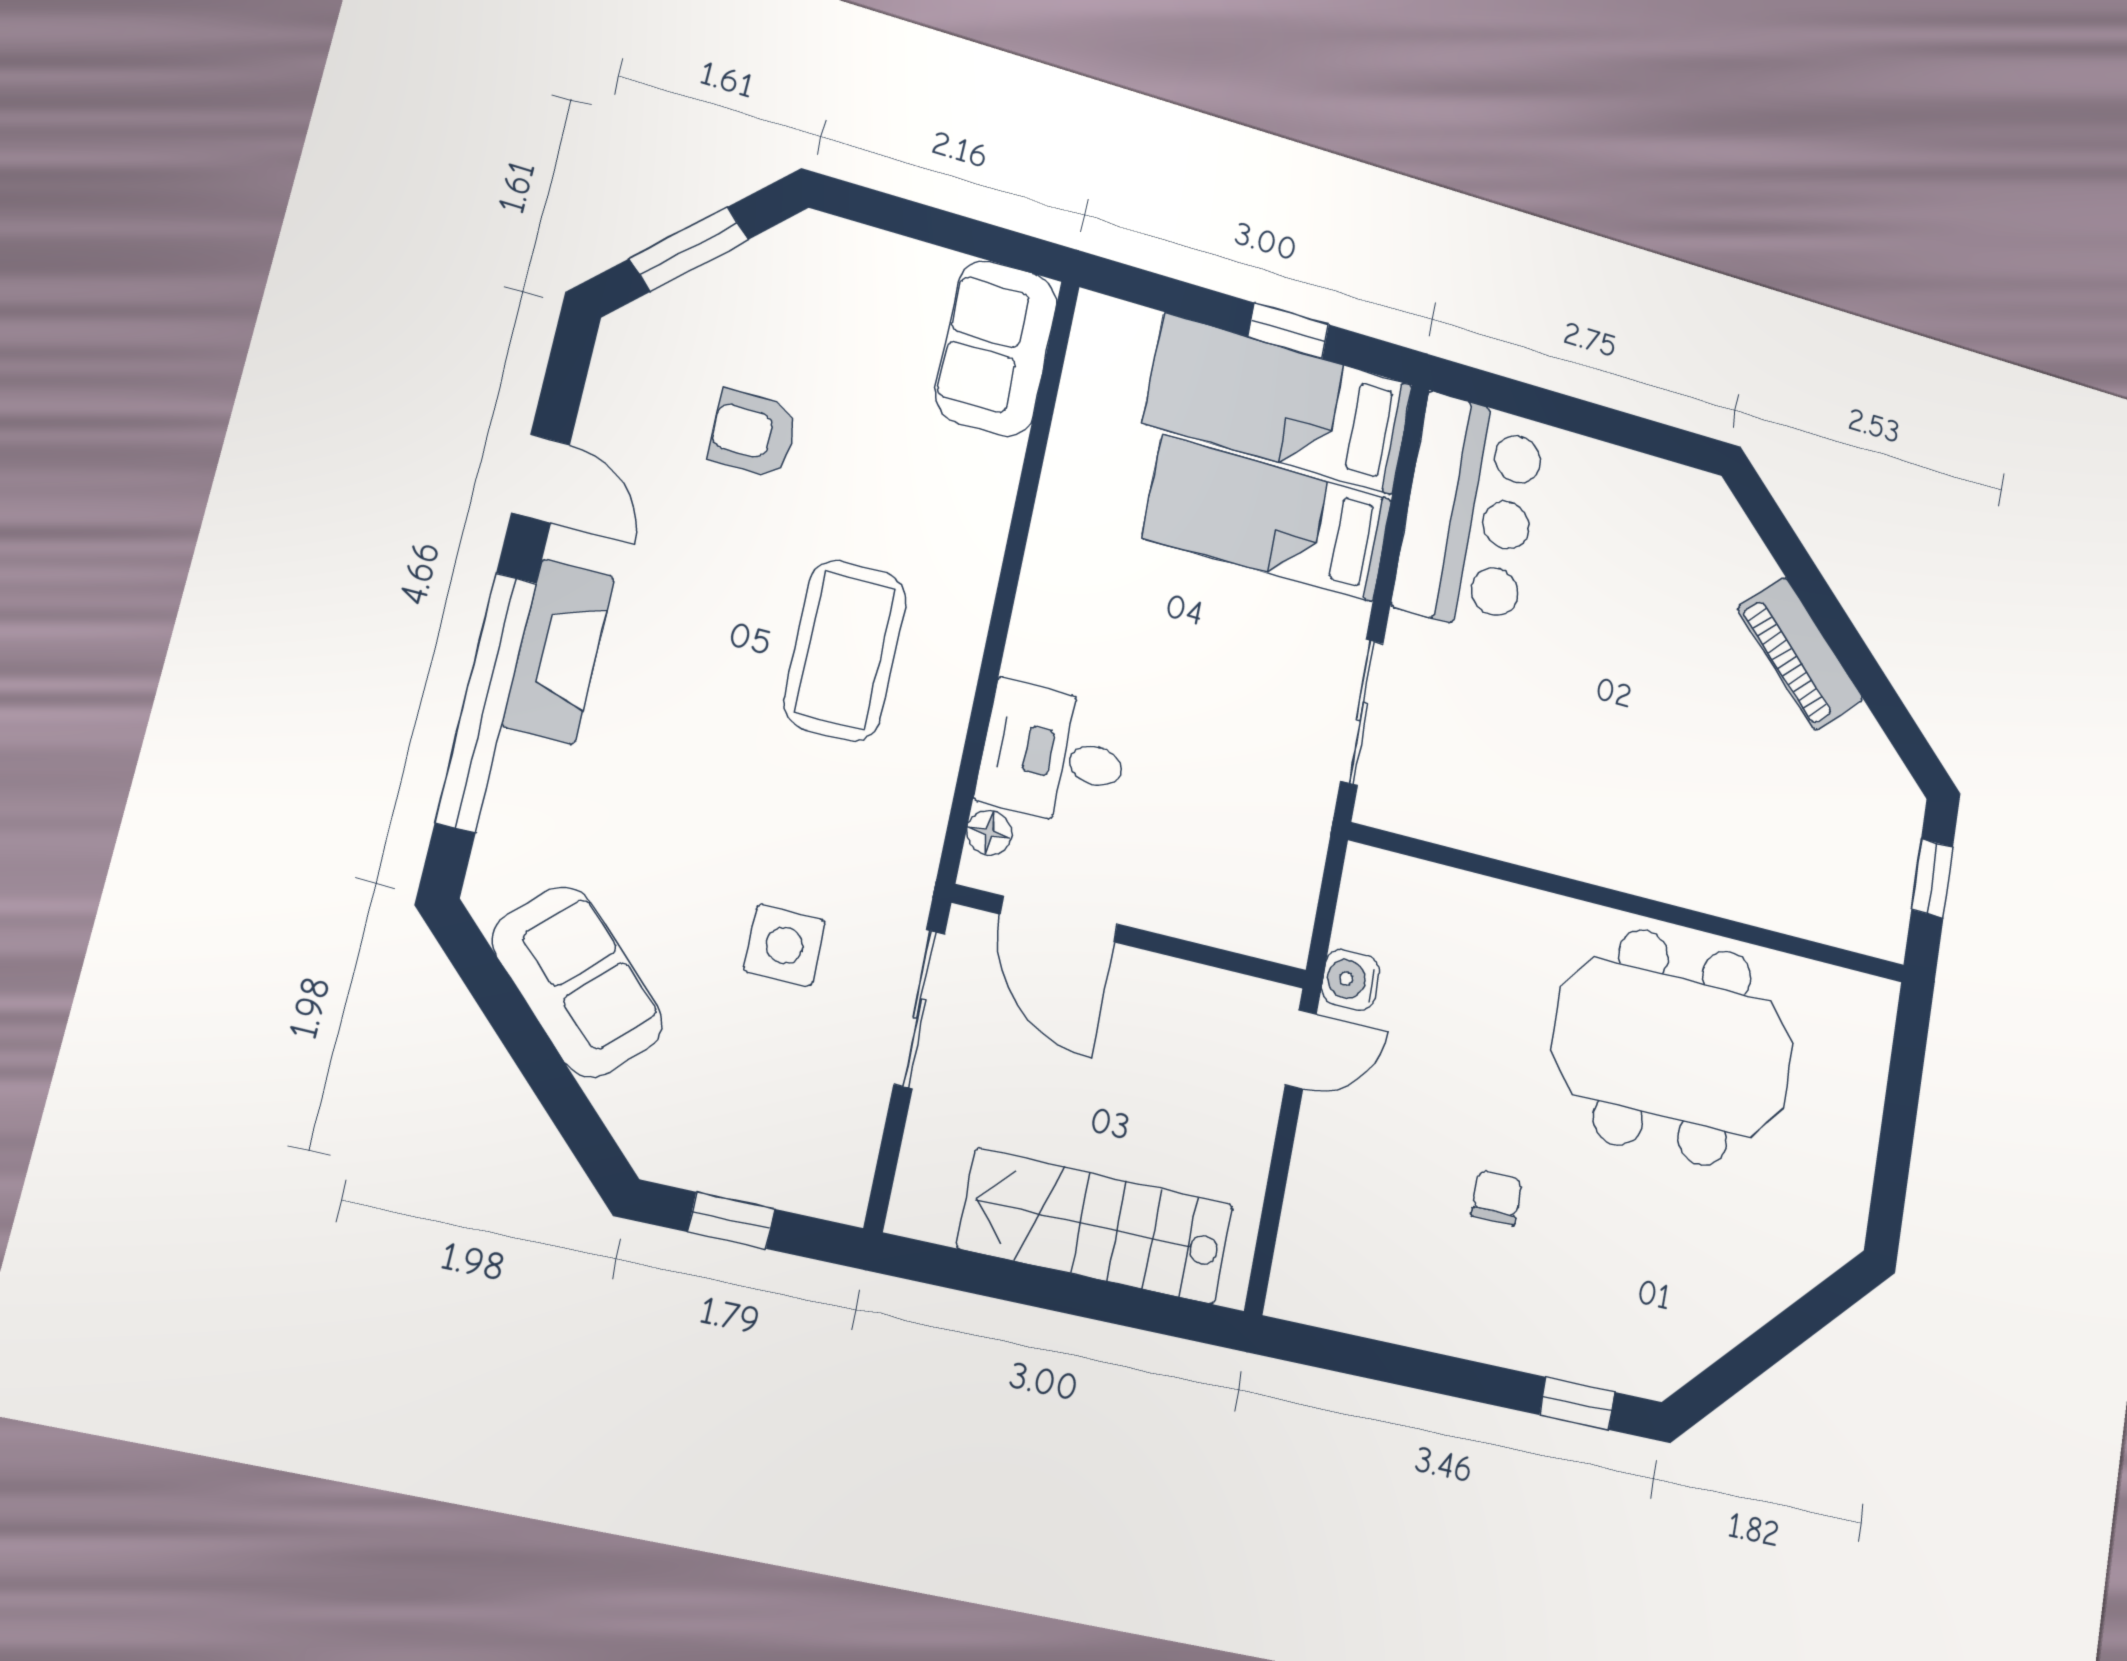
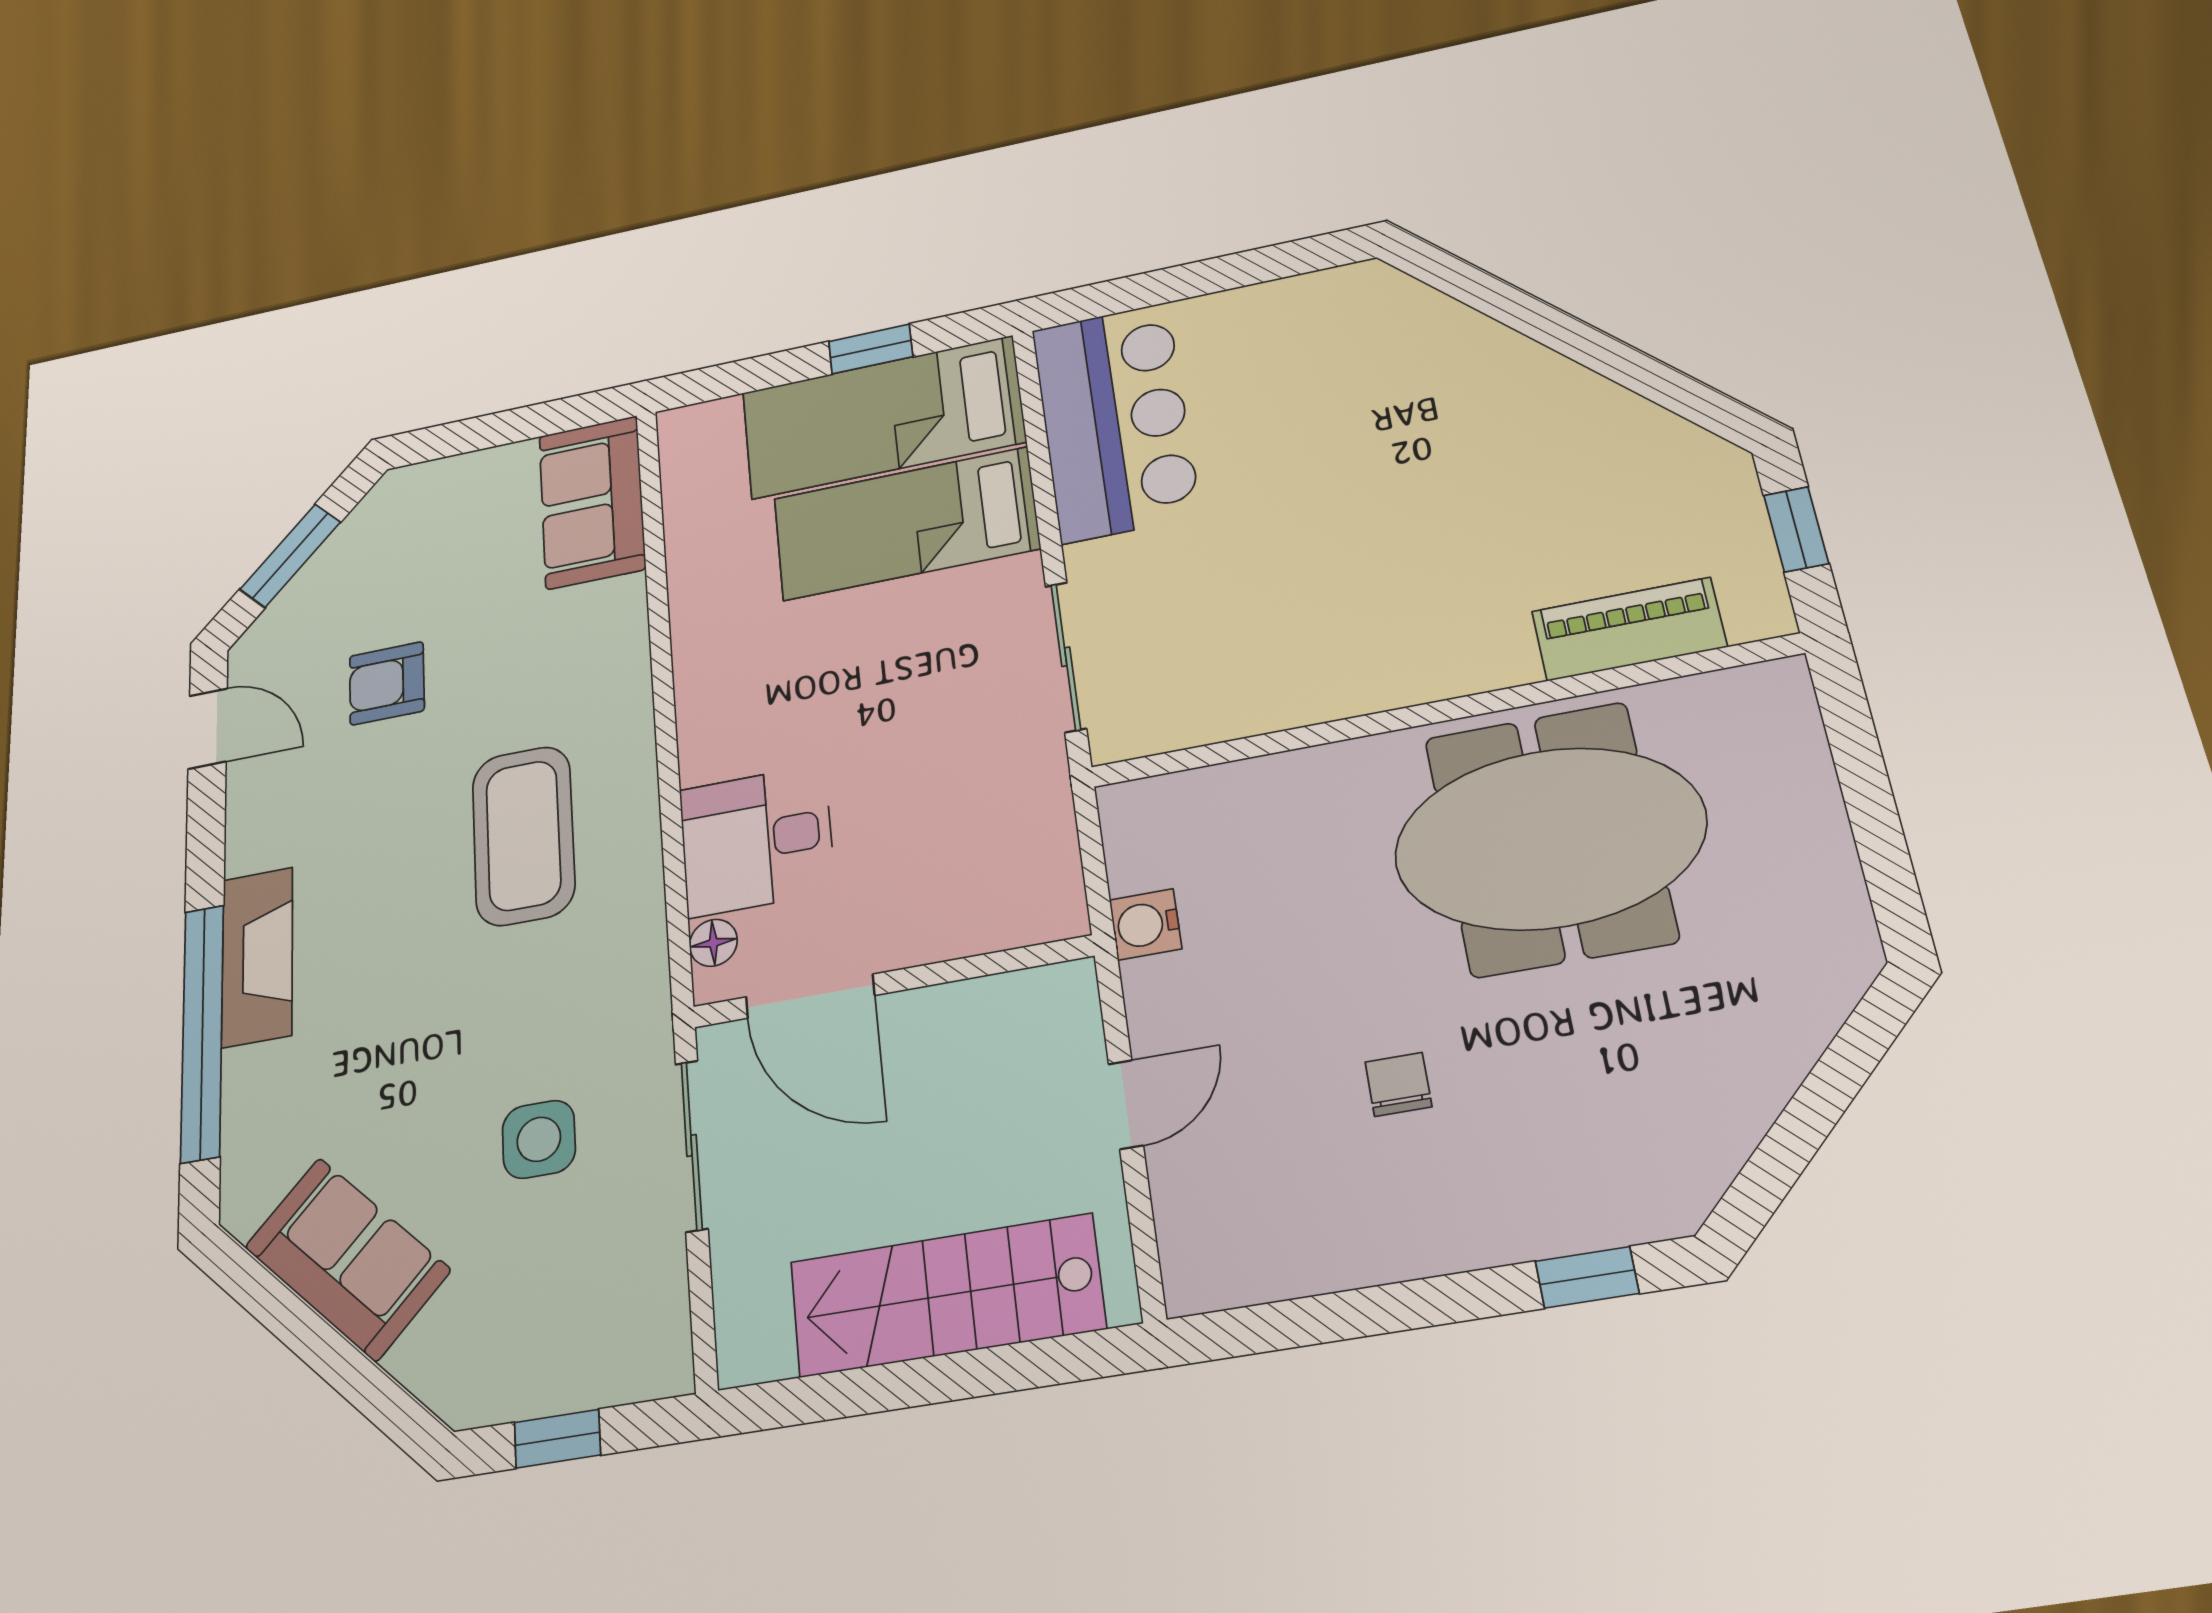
door: (541, 479) -> (208, 729), moved
piano: (1800, 654) -> (1629, 629), moved, turned 135
door: (1301, 1049) -> (1126, 1105), moved

